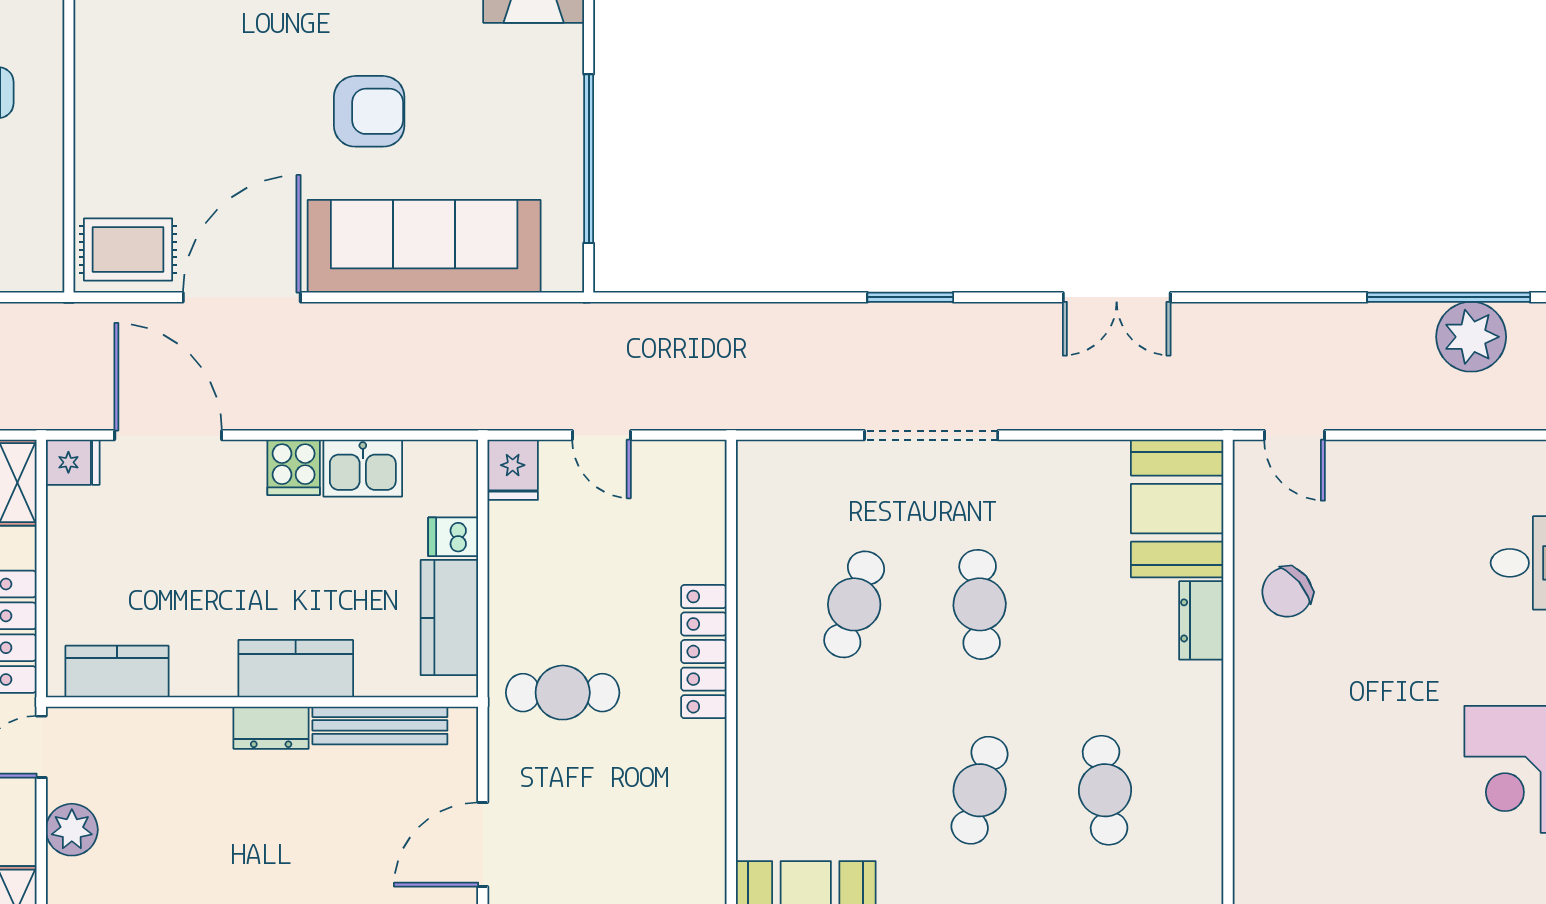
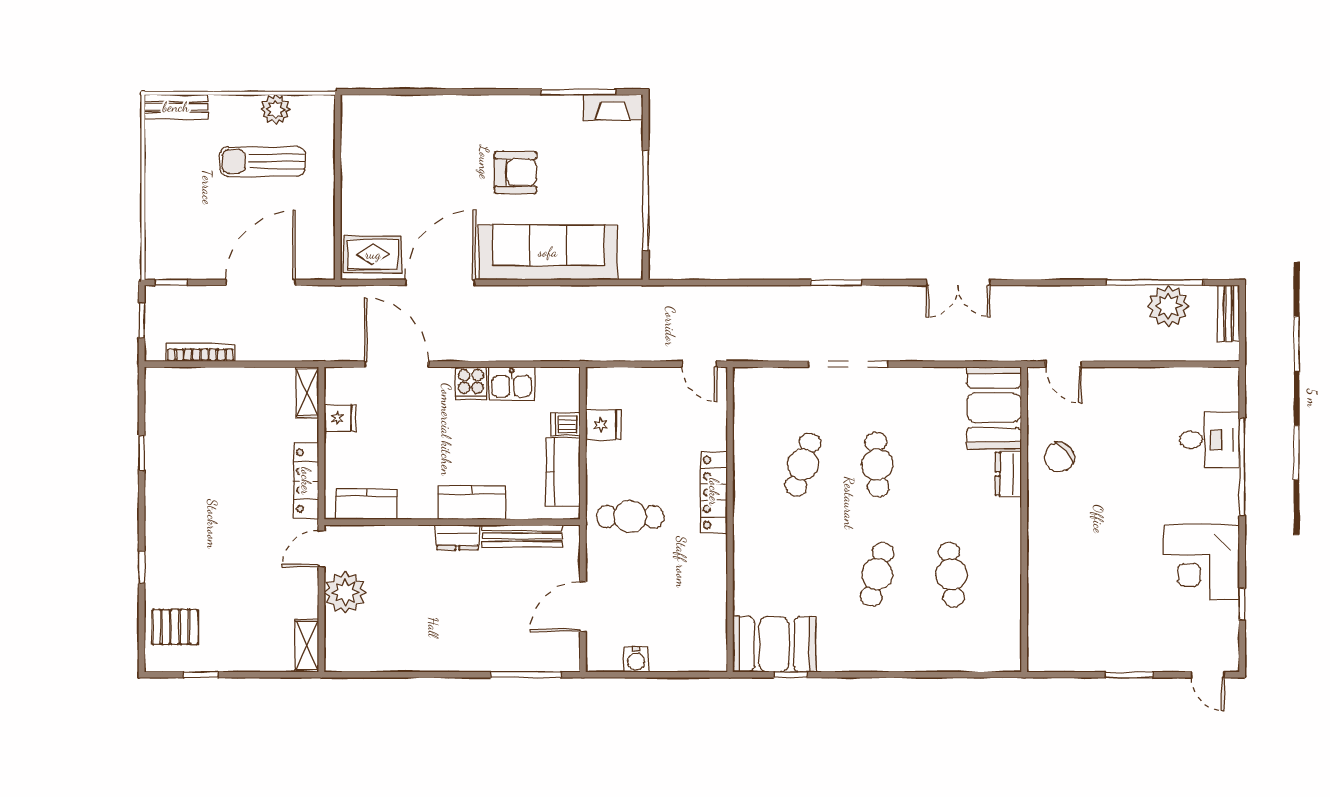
door: (602, 435) -> (699, 364), moved
fridge: (73, 462) -> (340, 418), moved
fridge: (513, 470) -> (603, 425), moved, turned -90
plant: (72, 830) -> (345, 592), width x1.36, depth x1.36

